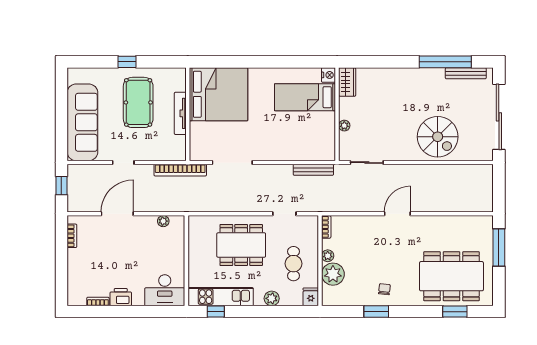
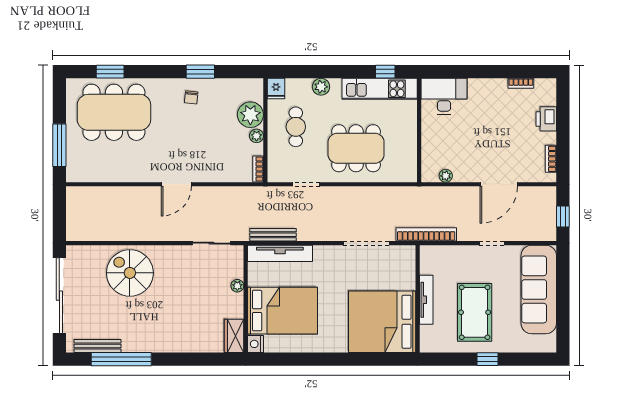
bed: (305, 97) -> (283, 311), width x1.50
tv unit: (307, 154) -> (280, 253), added
printer: (121, 297) -> (546, 119), moved, turned 90

